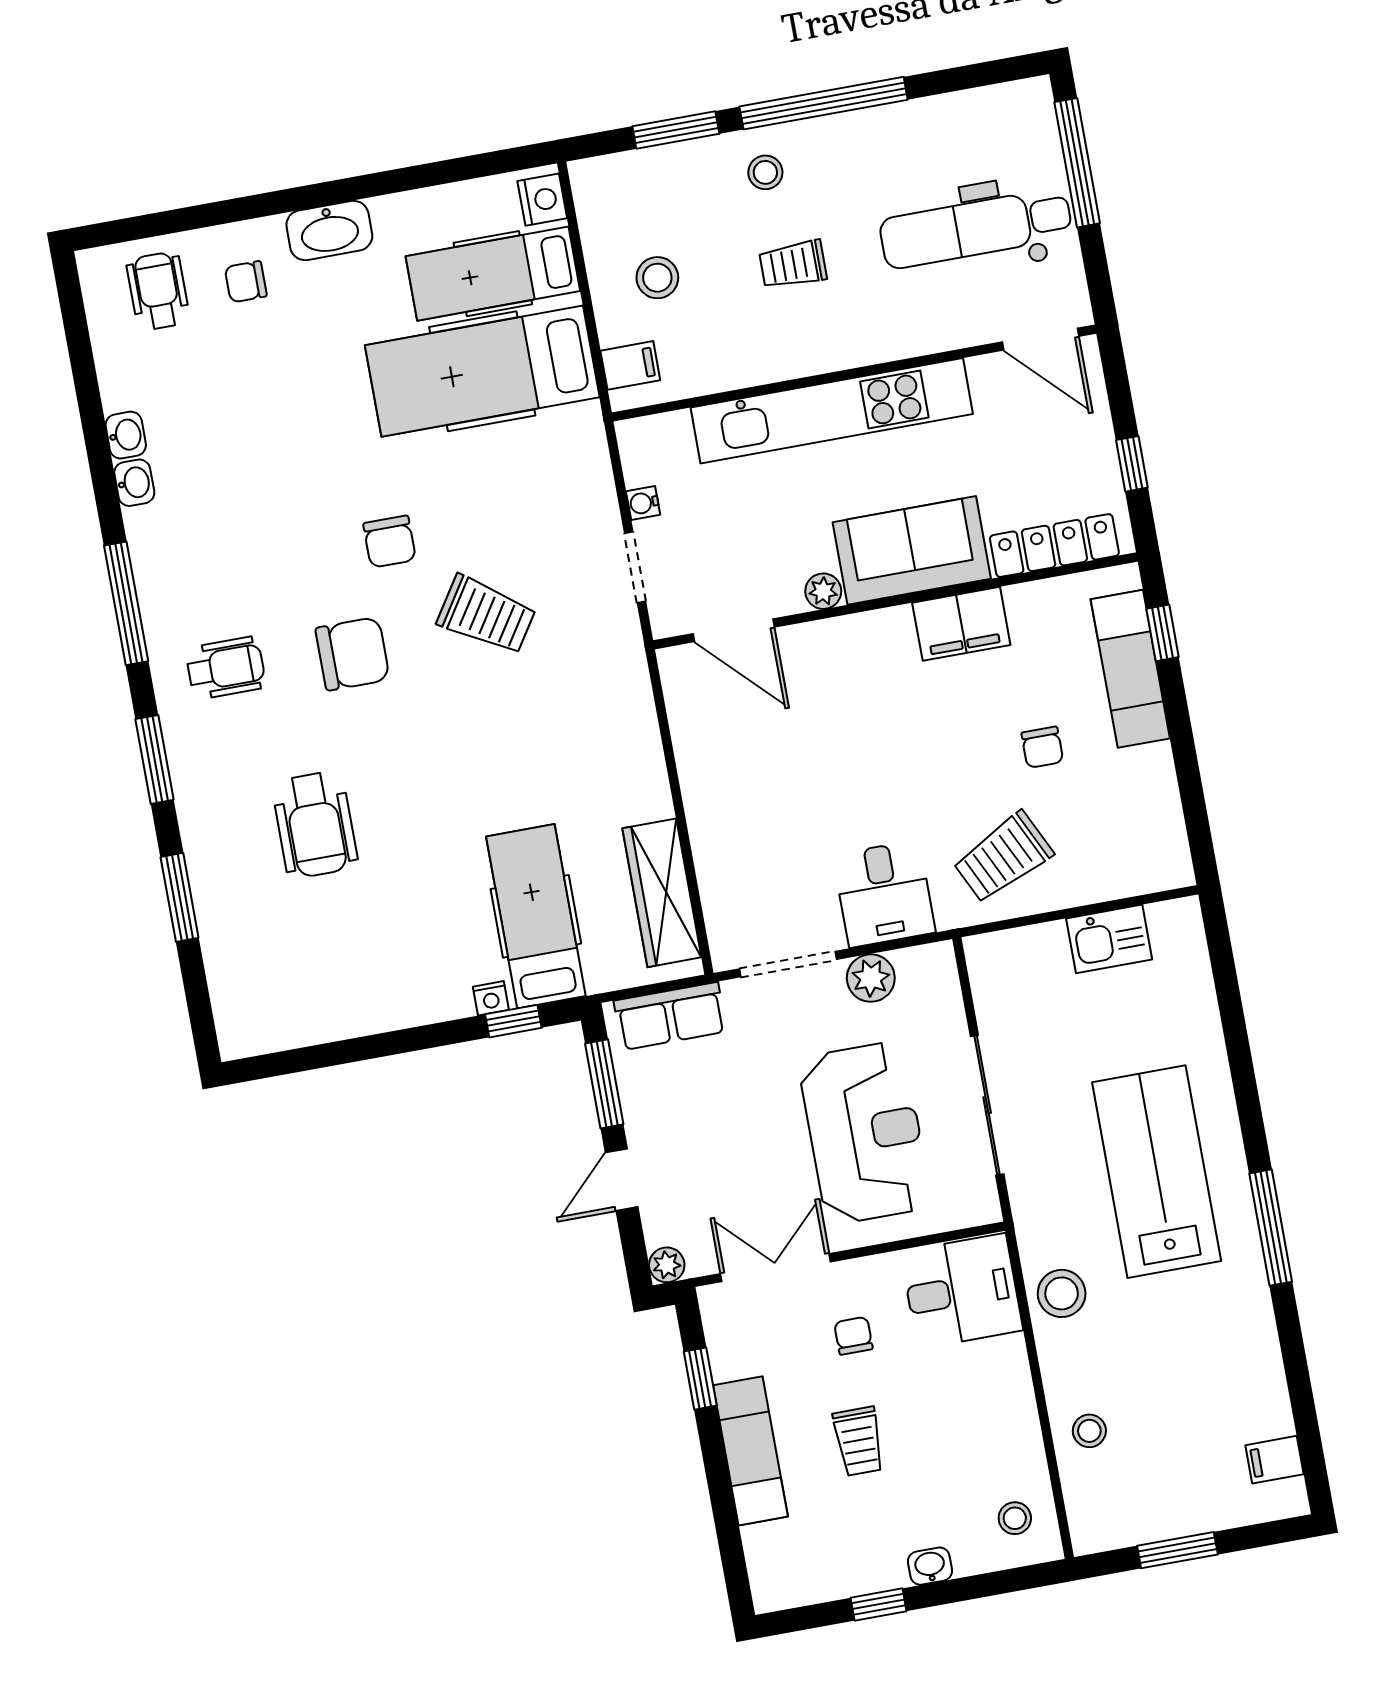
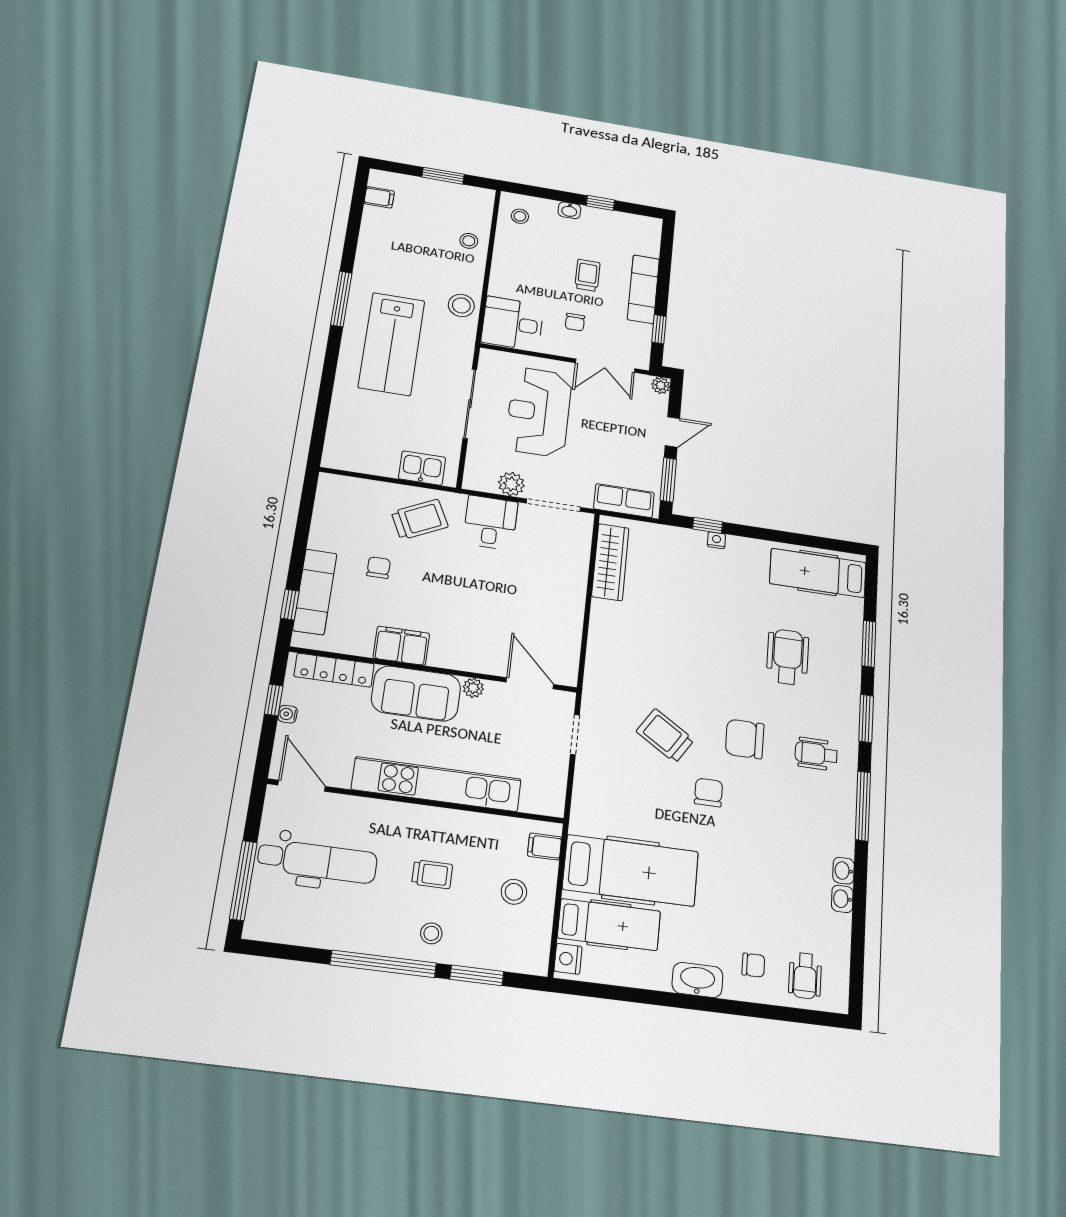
water cooler: (643, 503) -> (288, 714), moved, turned 180
hospital bed: (536, 916) -> (818, 573), moved, turned 90
kitchen sink: (1109, 939) -> (422, 468), moved

